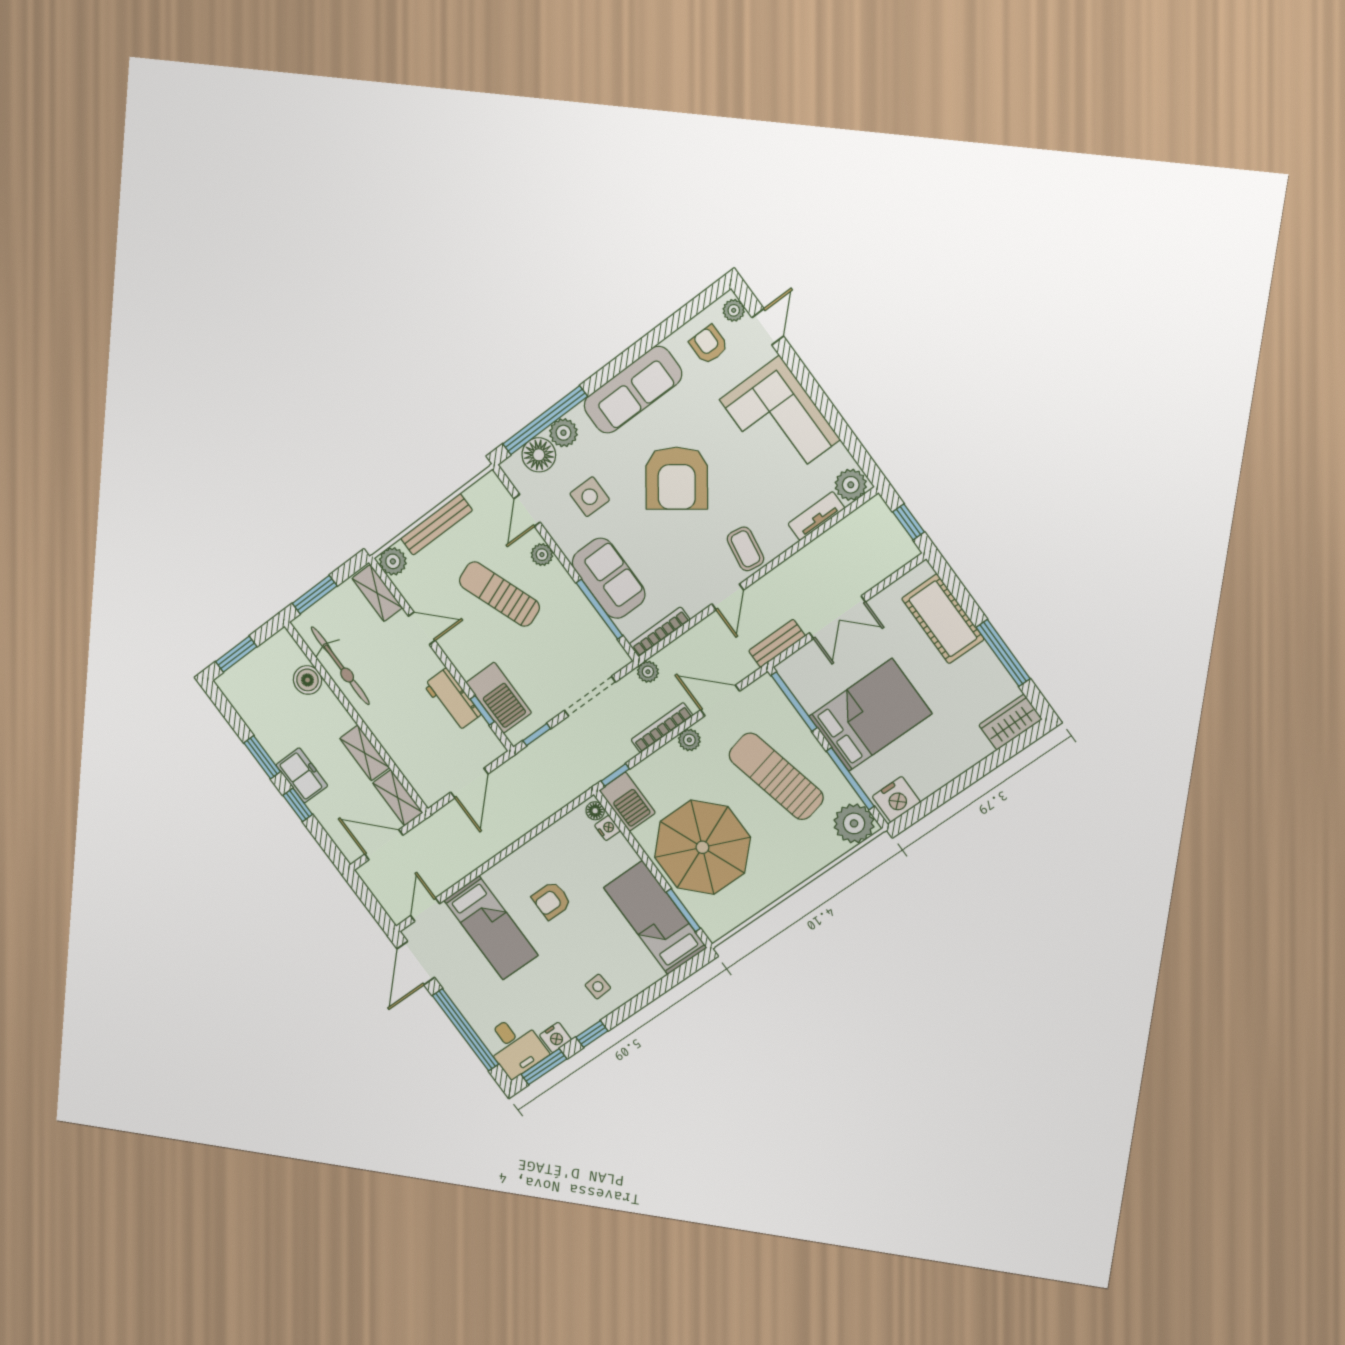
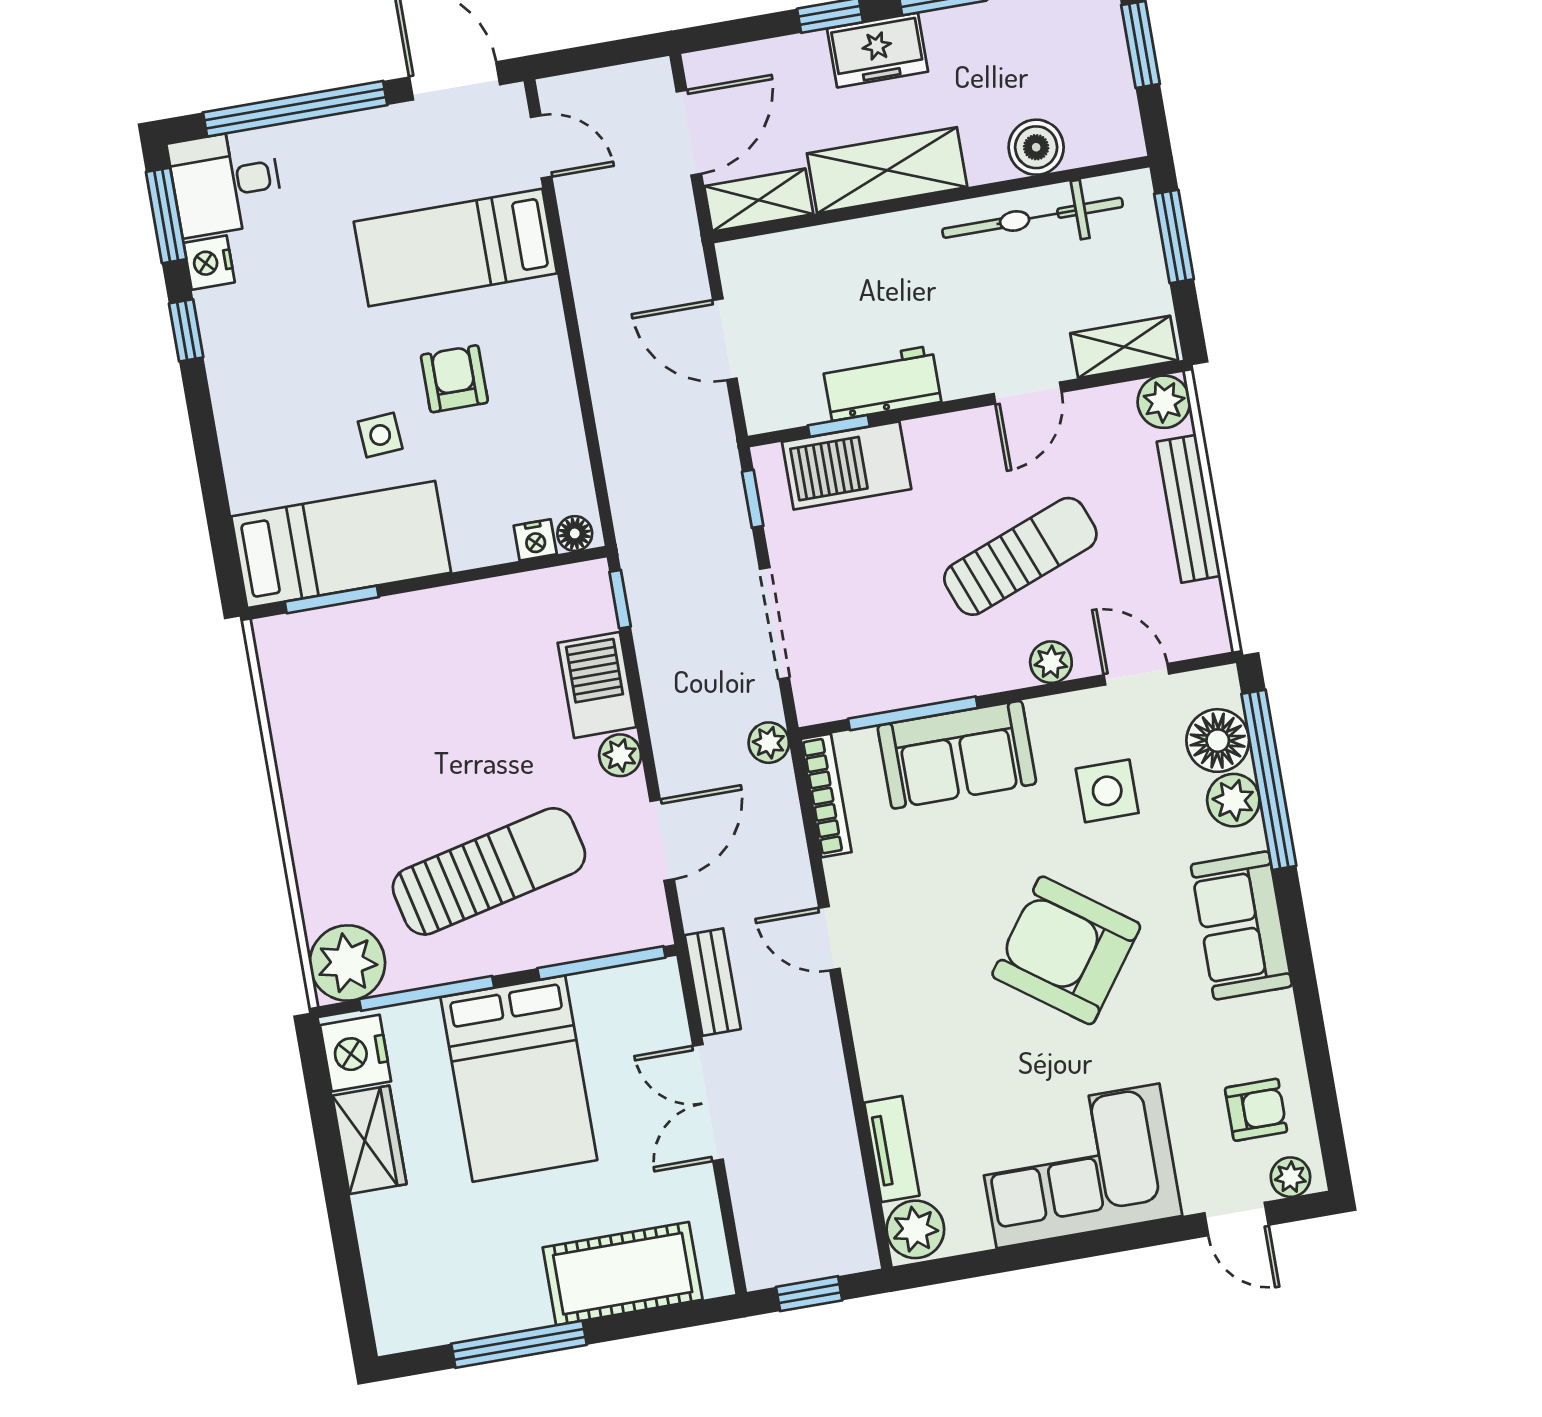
sofa: (633, 390) -> (1241, 925), width x0.73
coffee table: (745, 549) -> (895, 1007), removed
wardrobe: (1010, 722) -> (369, 1140), moved
bookcase: (662, 728) -> (663, 719), removed
shelving: (365, 753) -> (887, 170), width x1.50, depth x1.33
barbecue: (627, 802) -> (597, 685), moved, turned 90
parasol: (702, 847) -> (426, 687), removed
side table: (598, 987) -> (380, 435), moved

